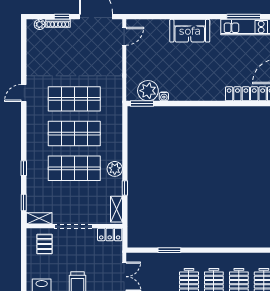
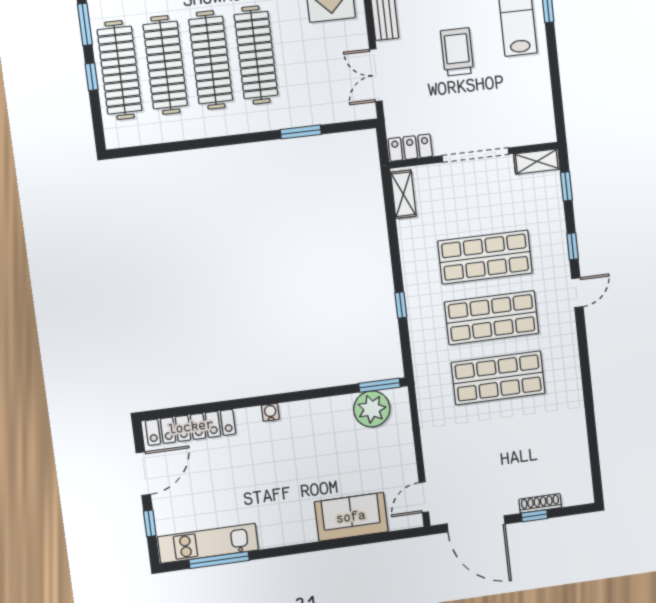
plant: (40, 24) -> (571, 497), removed
sofa: (190, 31) -> (351, 517), moved
door: (24, 93) -> (577, 293), moved
water cooler: (164, 96) -> (270, 412), moved
plant: (115, 169) -> (414, 265), removed
window: (125, 188) -> (401, 305), moved
pallet: (45, 244) -> (523, 117), removed

